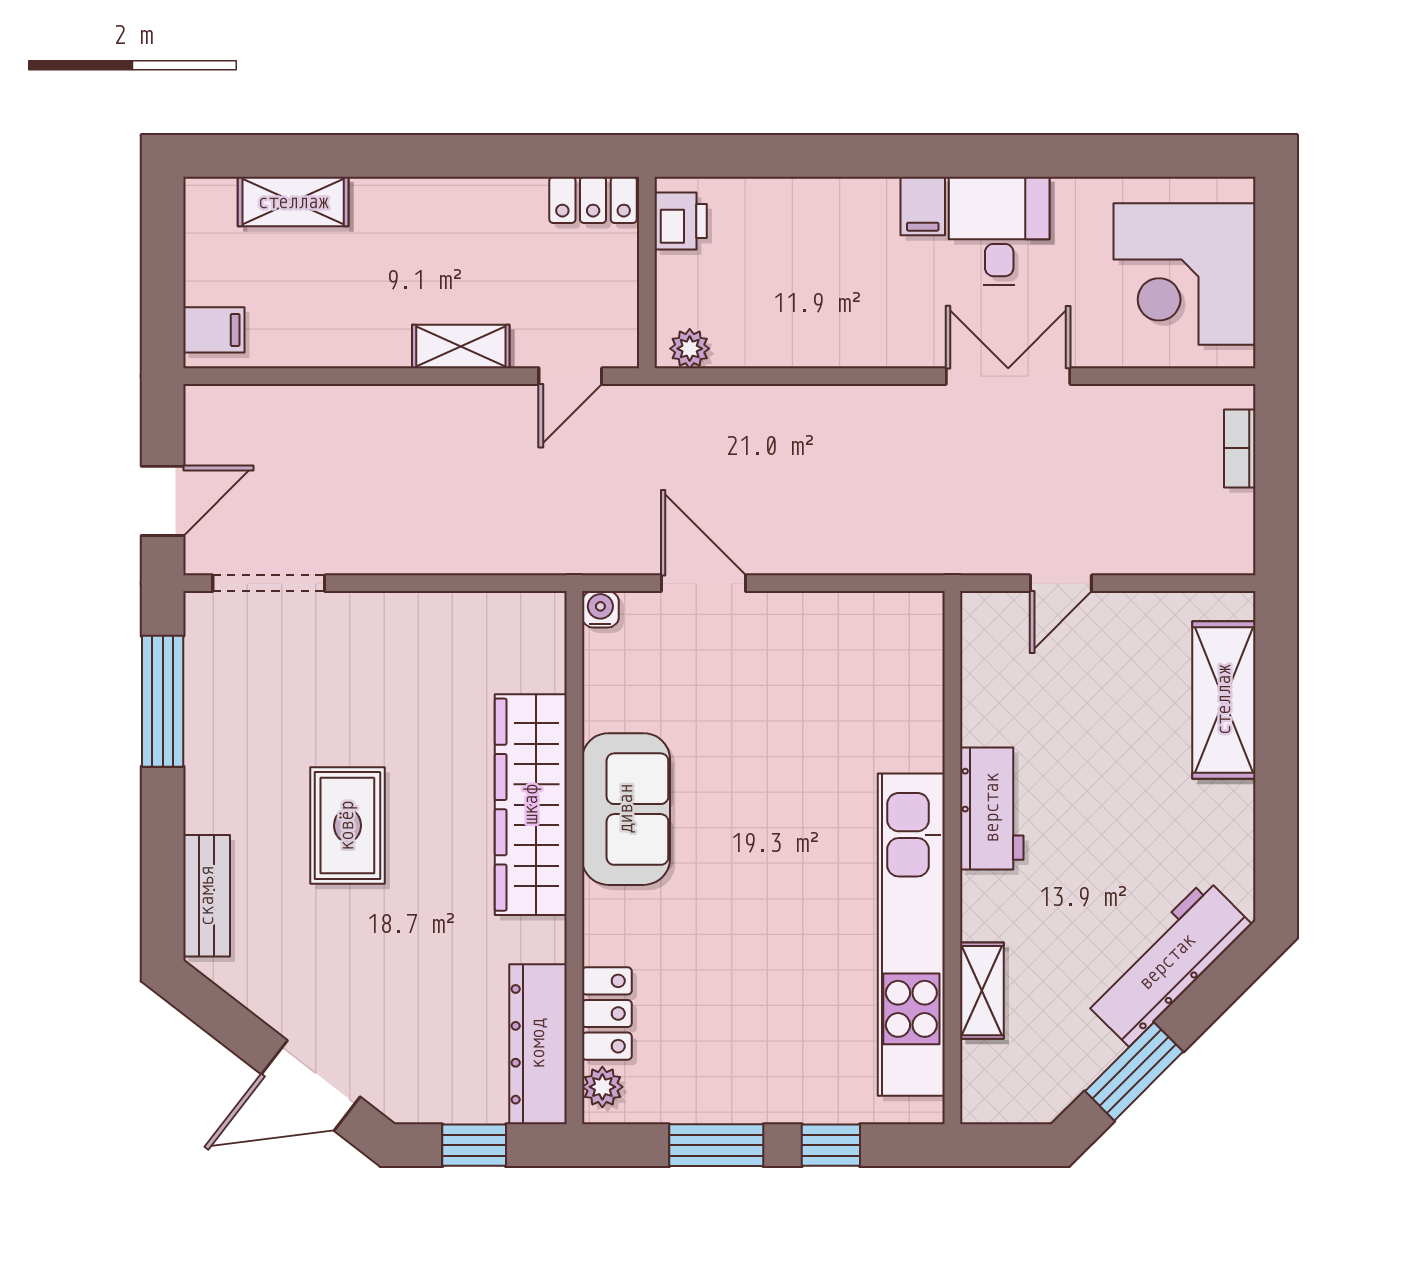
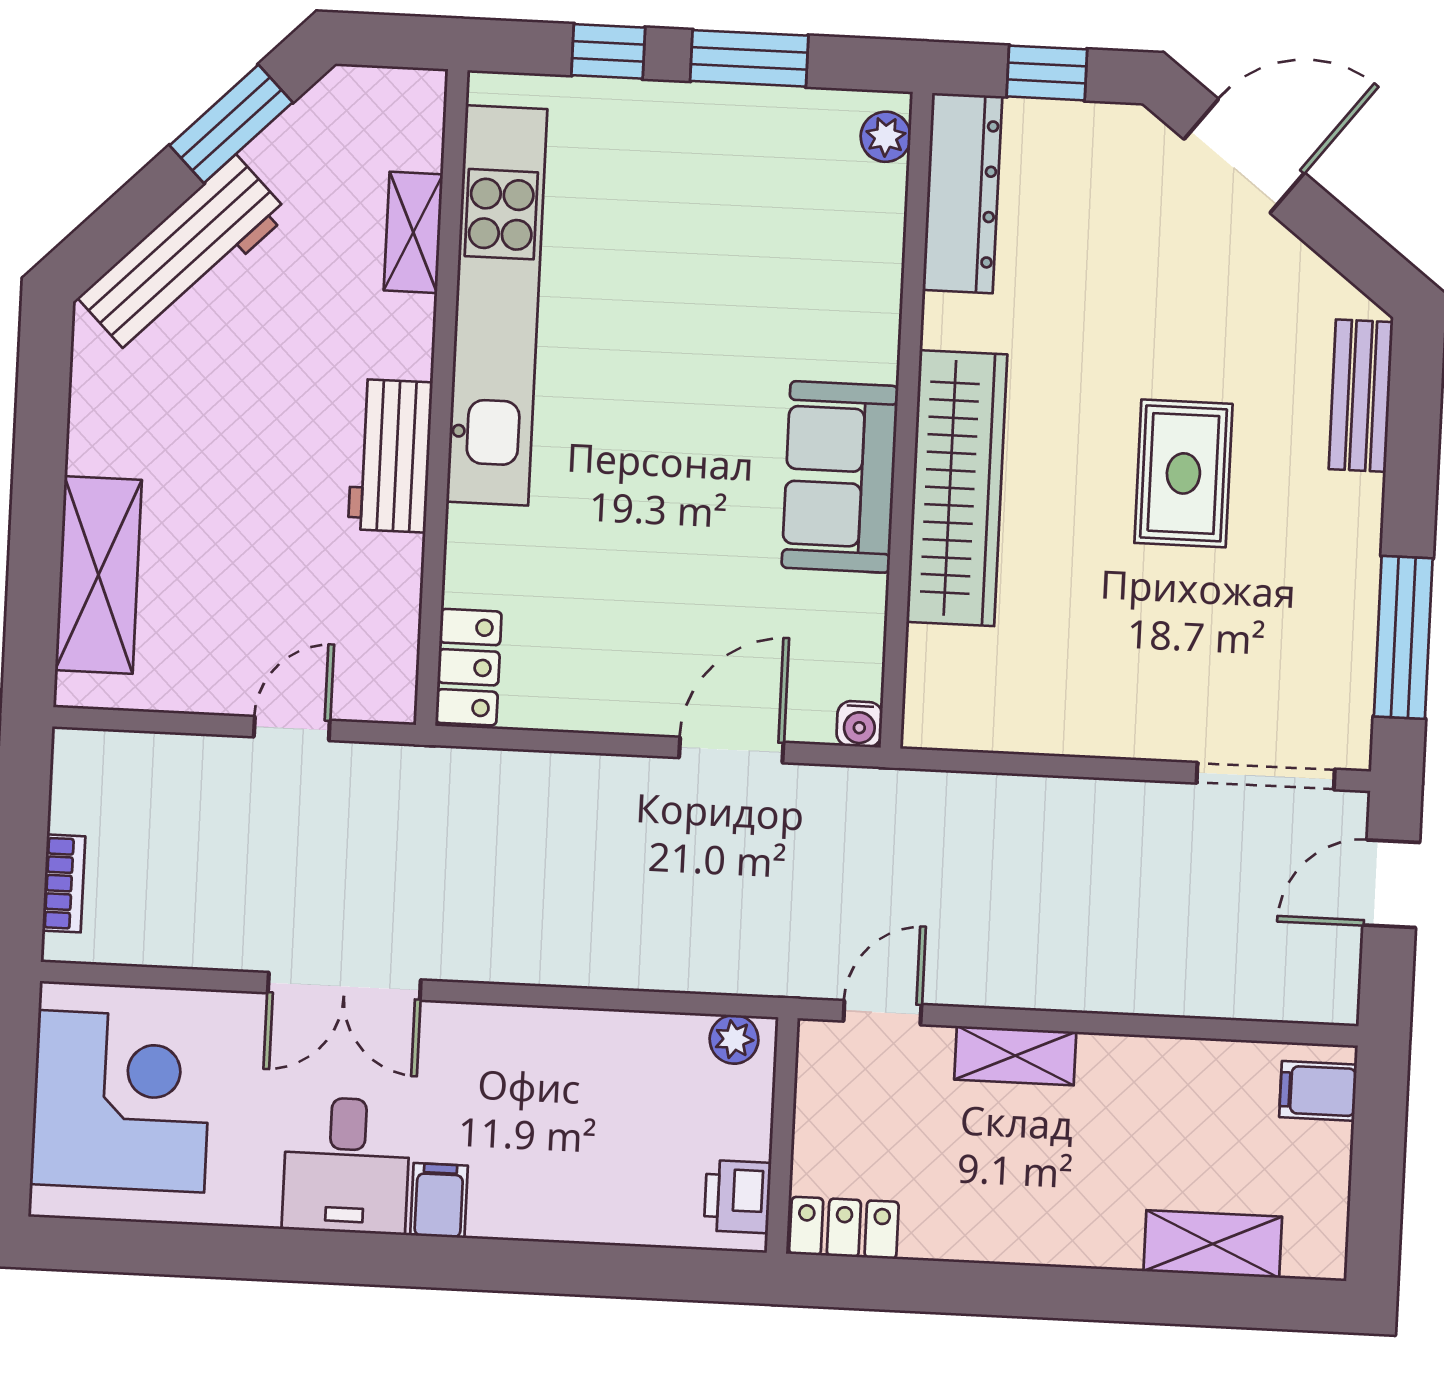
door: (703, 583) -> (731, 750), swing flipped
locker: (607, 1014) -> (469, 667), moved, turned 180

